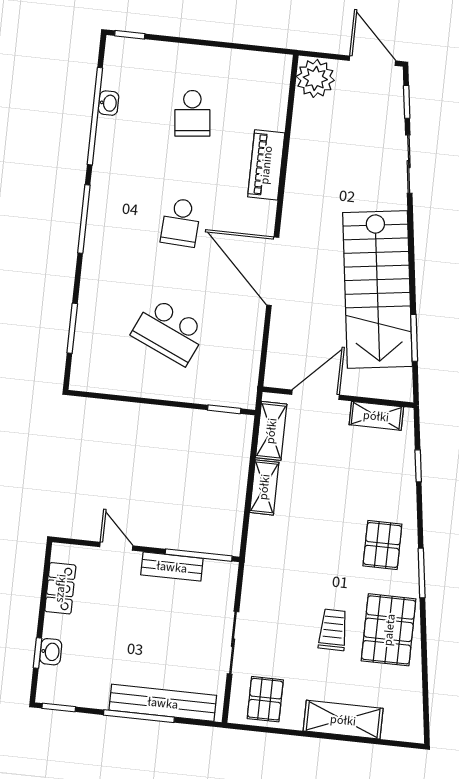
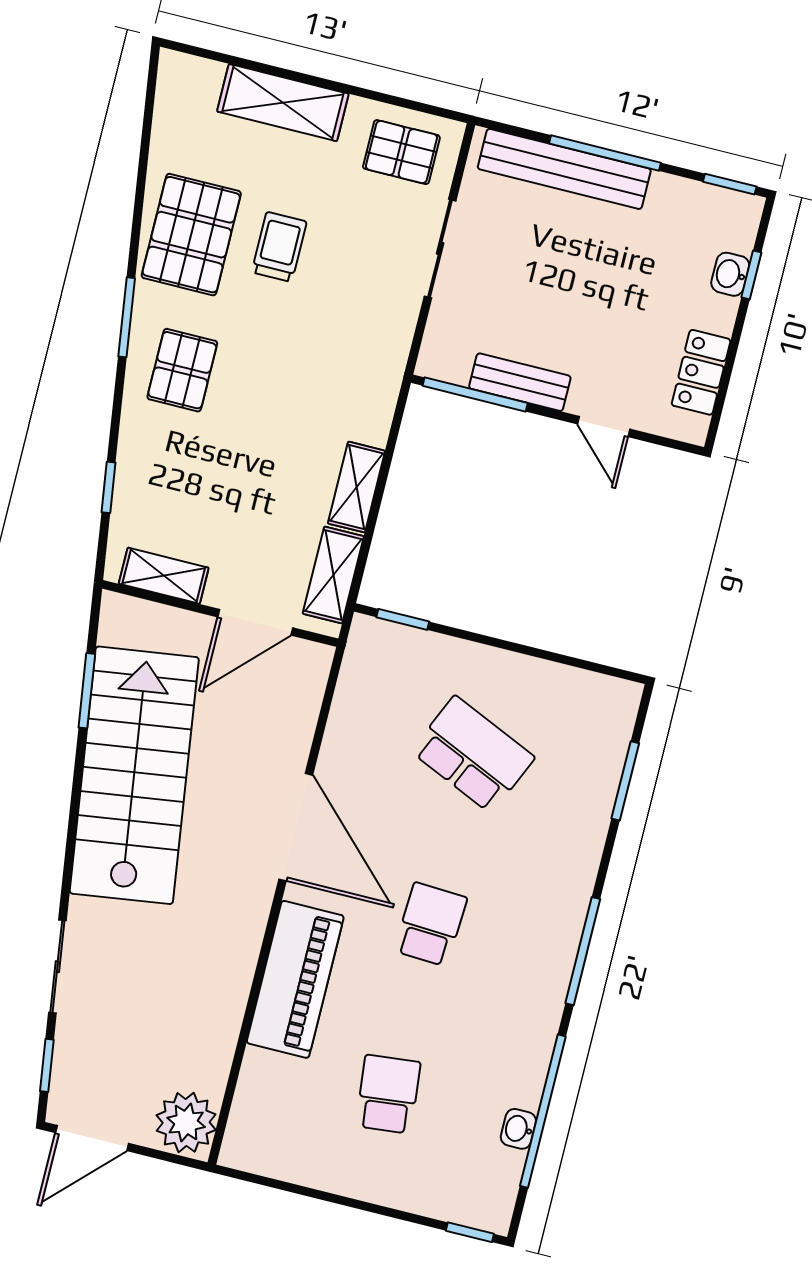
door: (372, 61) -> (92, 1138), hinge flipped
piano: (266, 165) -> (295, 979), width x1.37, depth x1.33
trolley: (333, 630) -> (279, 247), turned 180
pallet: (265, 699) -> (401, 152), turned 90

